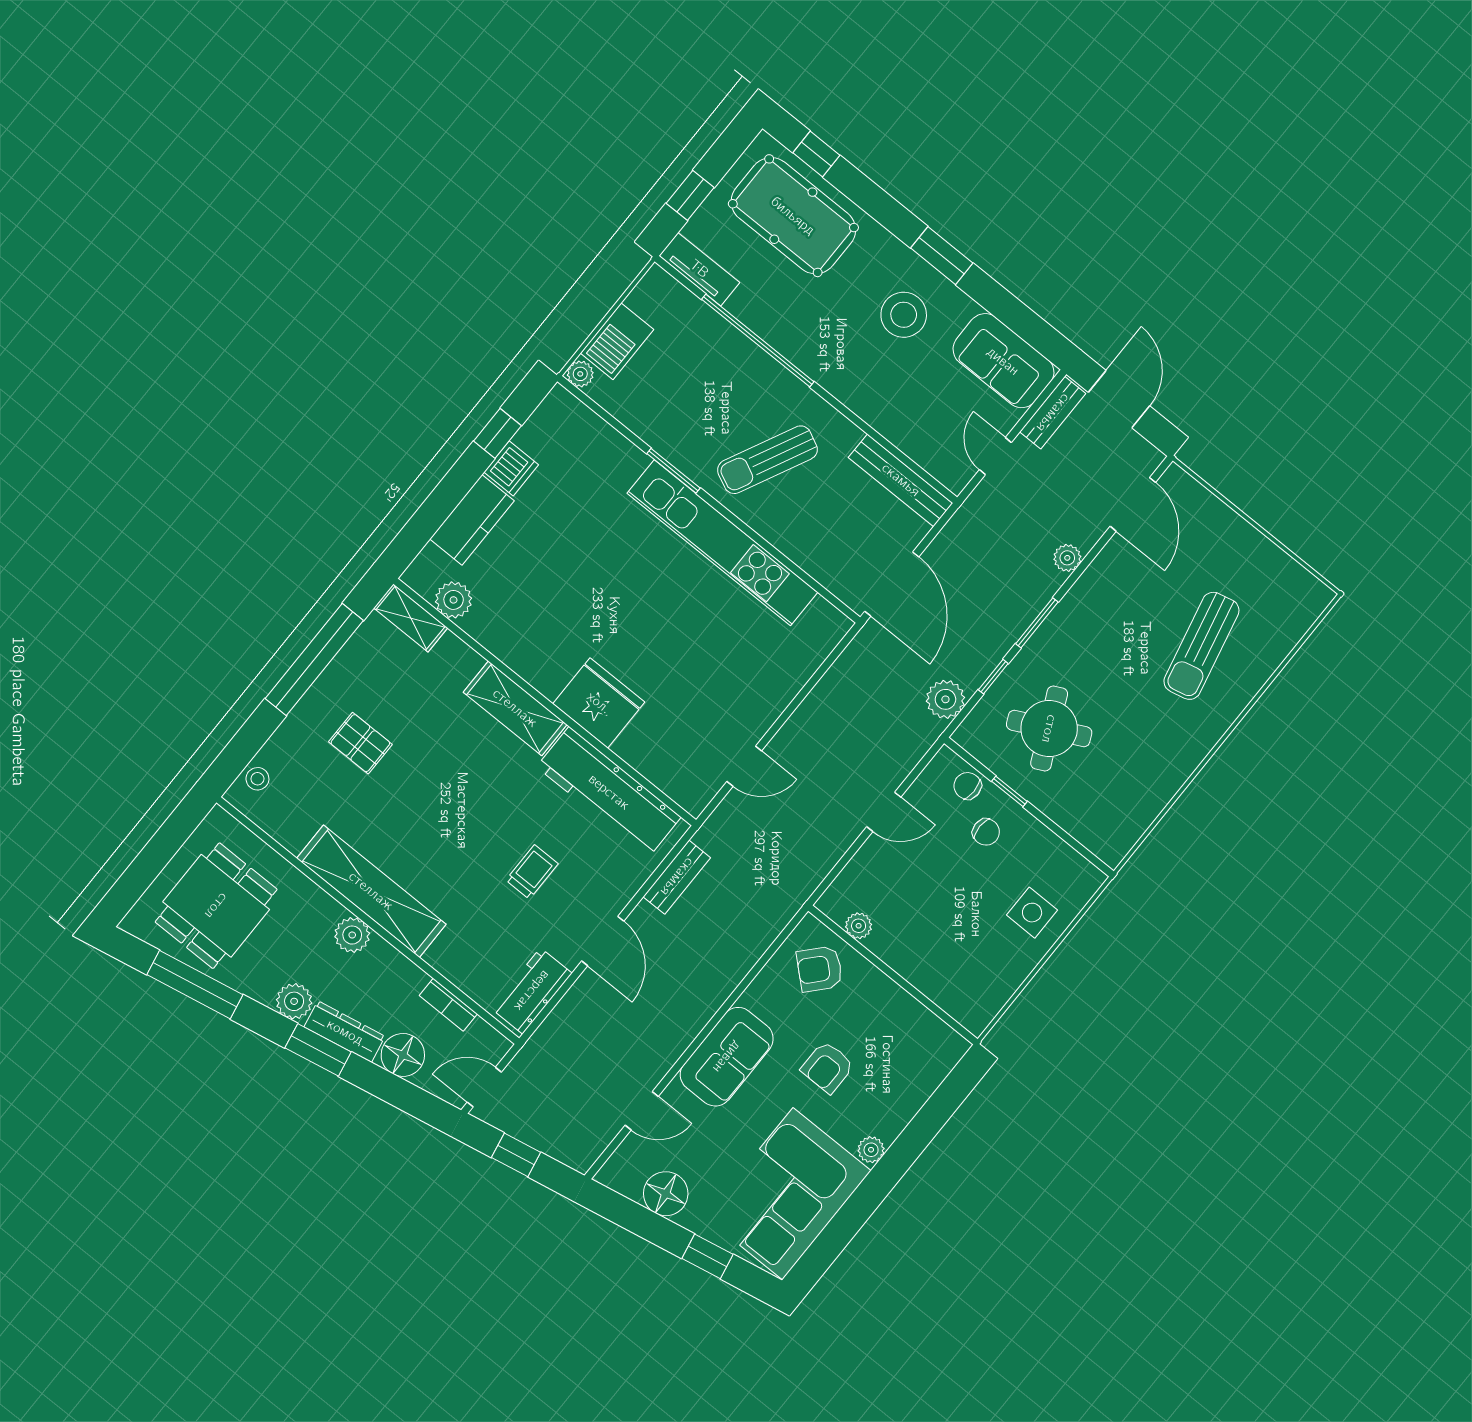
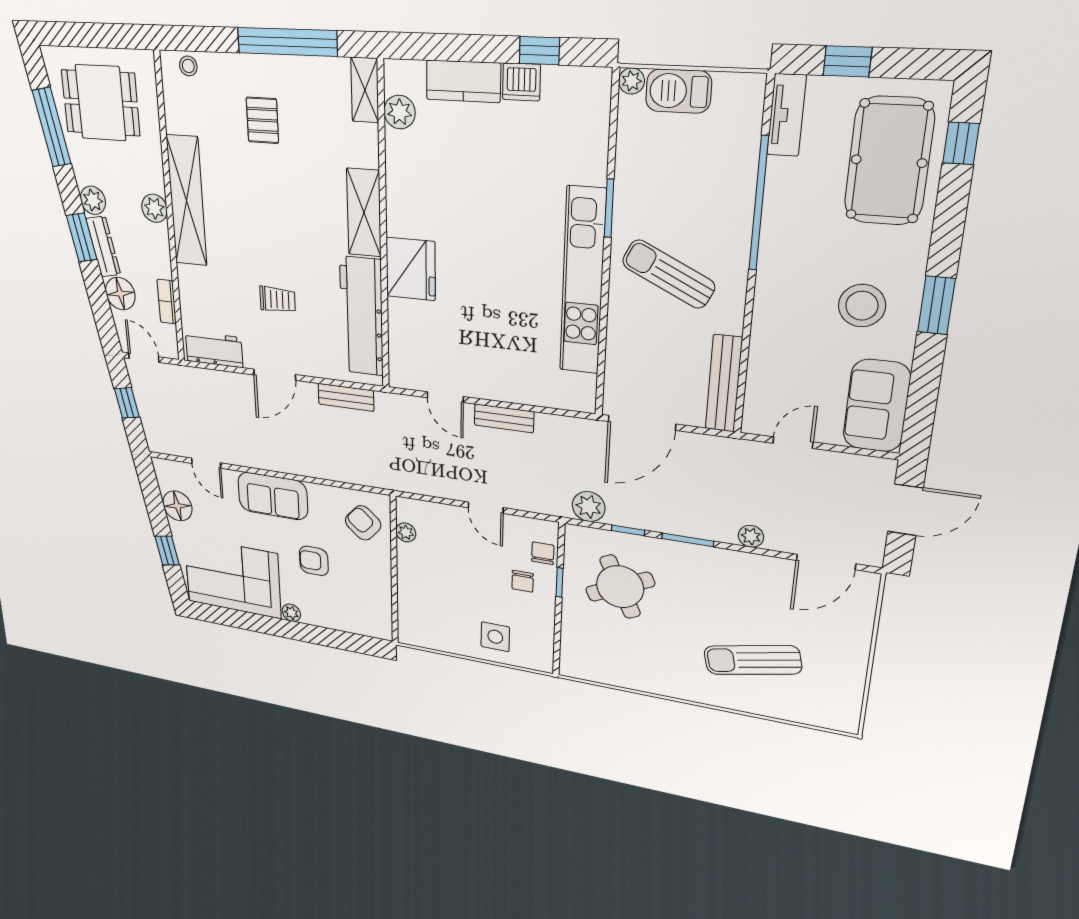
bench: (1053, 413) -> (504, 418), moved

